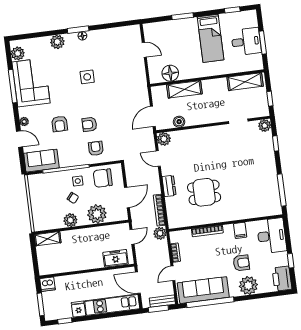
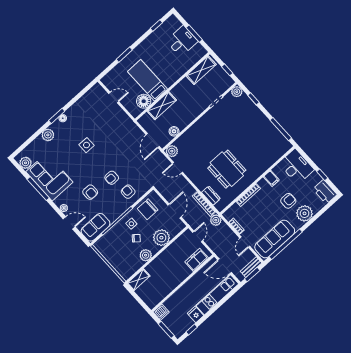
bed: (211, 38) -> (147, 80), moved, turned 180
dresser: (169, 186) -> (211, 196), moved
dining table: (204, 192) -> (227, 169), width x1.37

